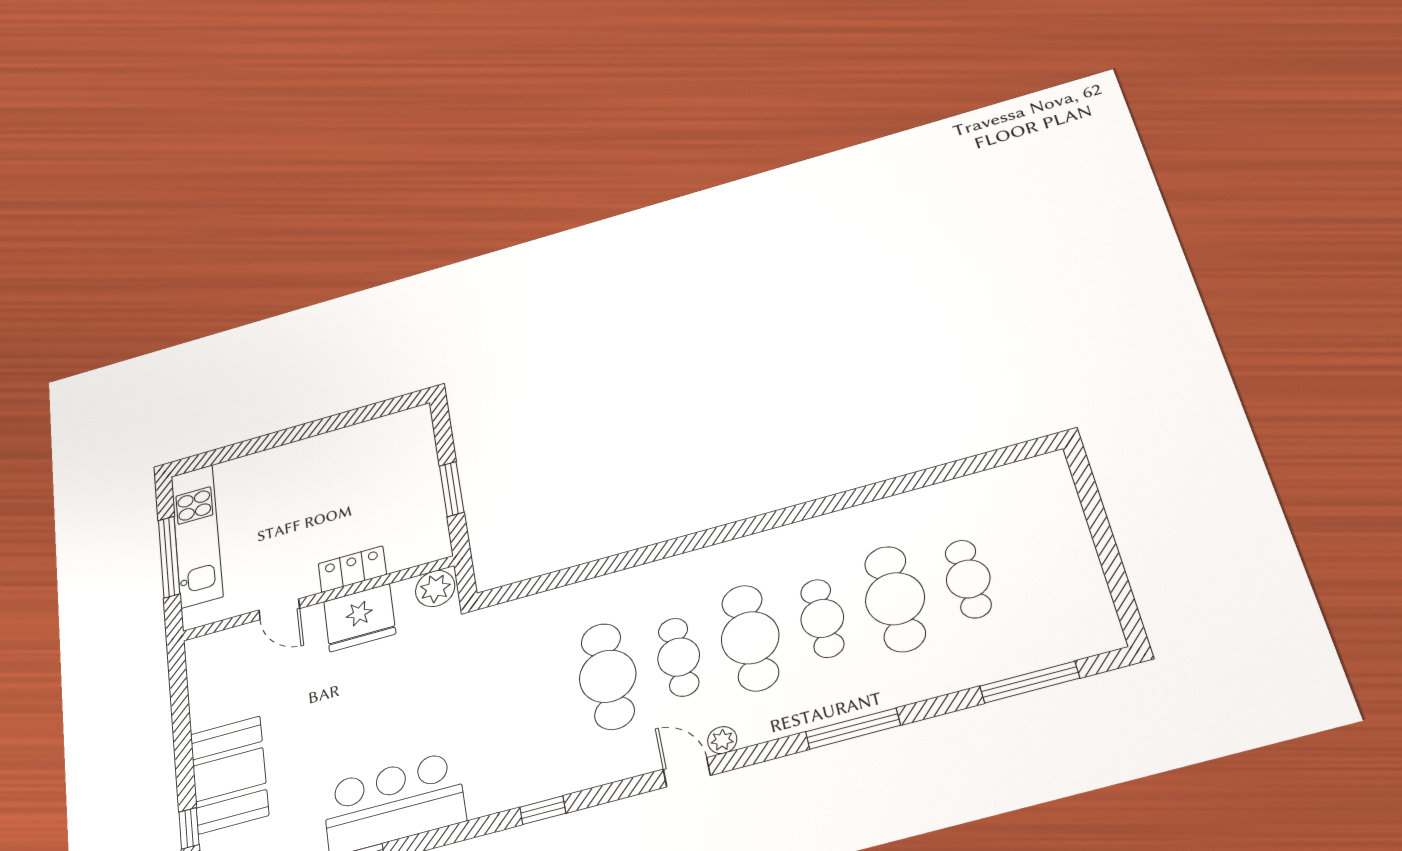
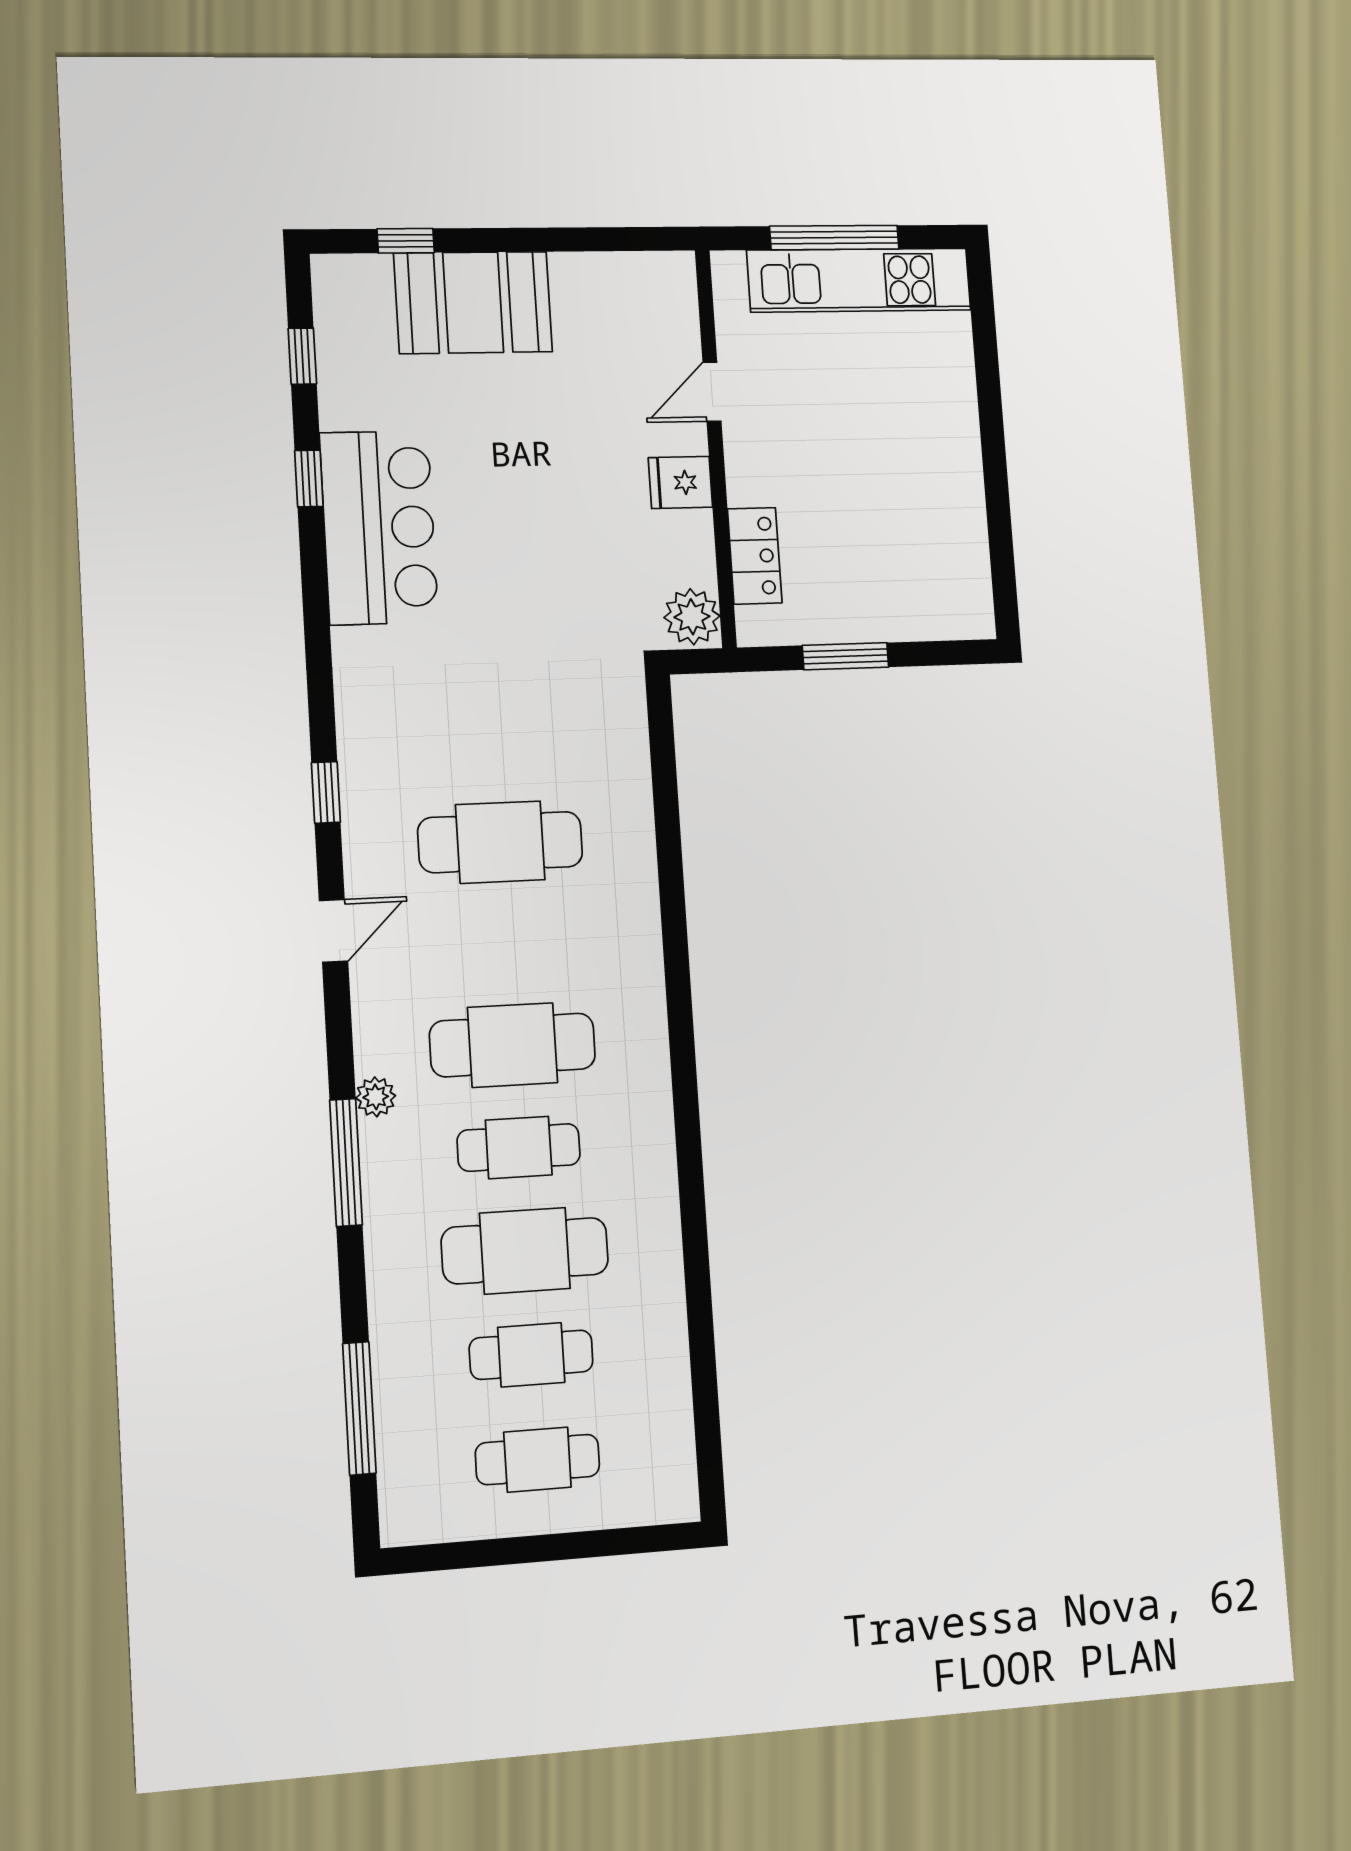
locker: (352, 569) -> (755, 556), moved
fridge: (360, 618) -> (680, 482), width x0.53, depth x0.75
cafe table: (679, 657) -> (537, 1460), moved
plant: (722, 740) -> (376, 1097), moved
window: (543, 810) -> (326, 792), moved

